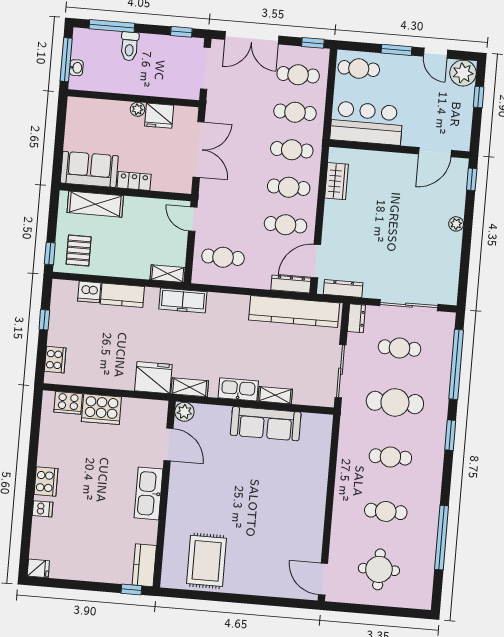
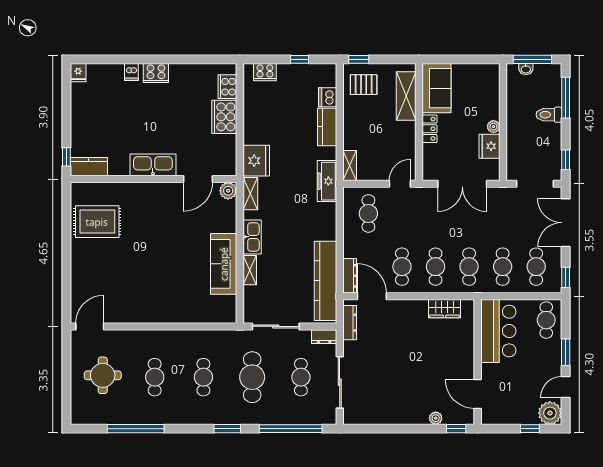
plant: (456, 224) -> (436, 418), moved

